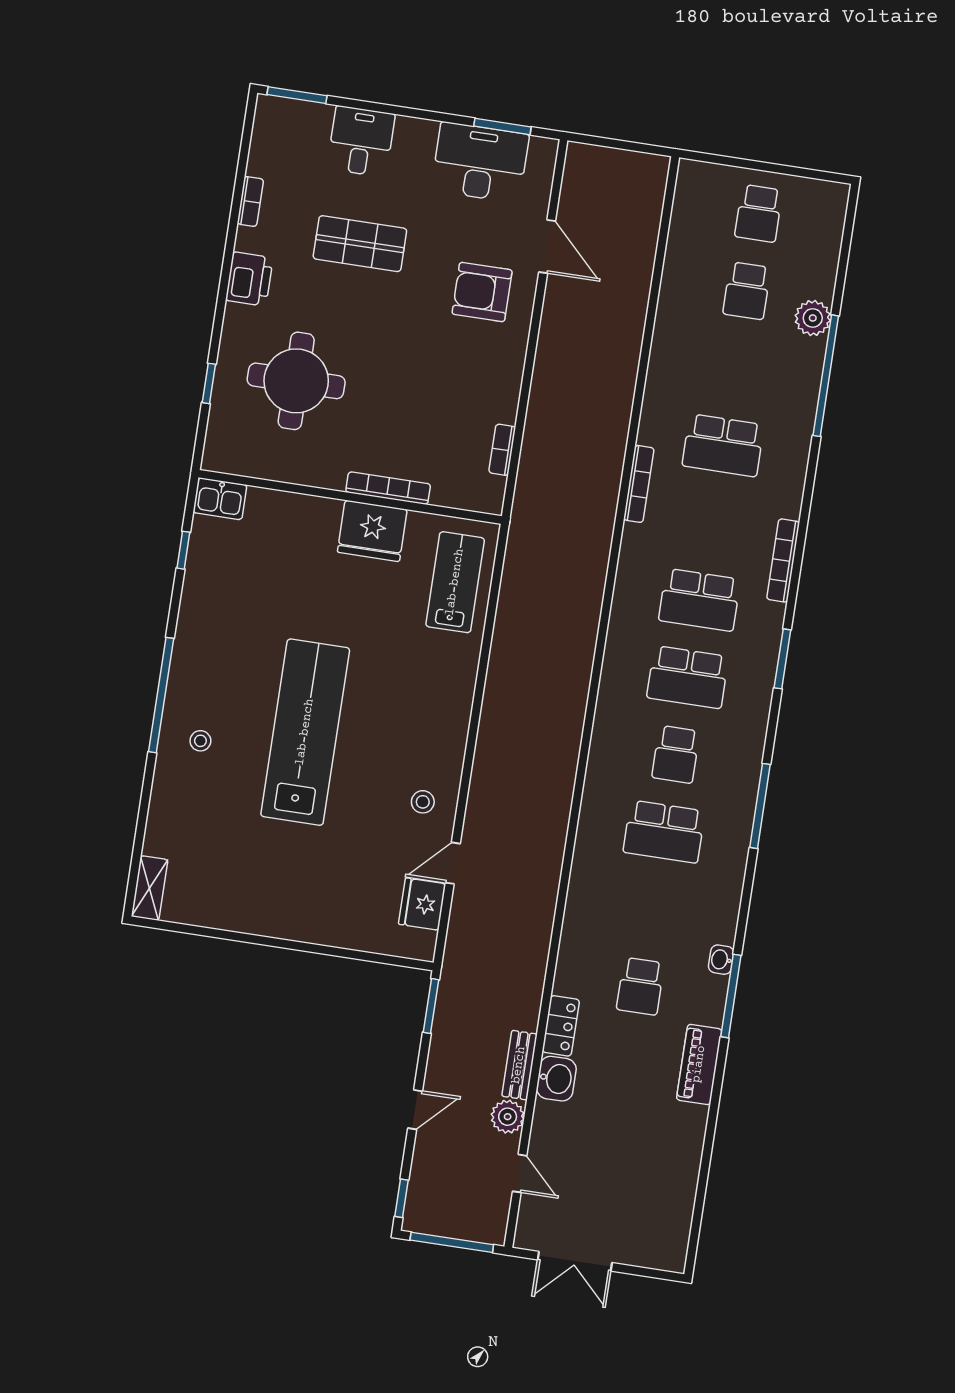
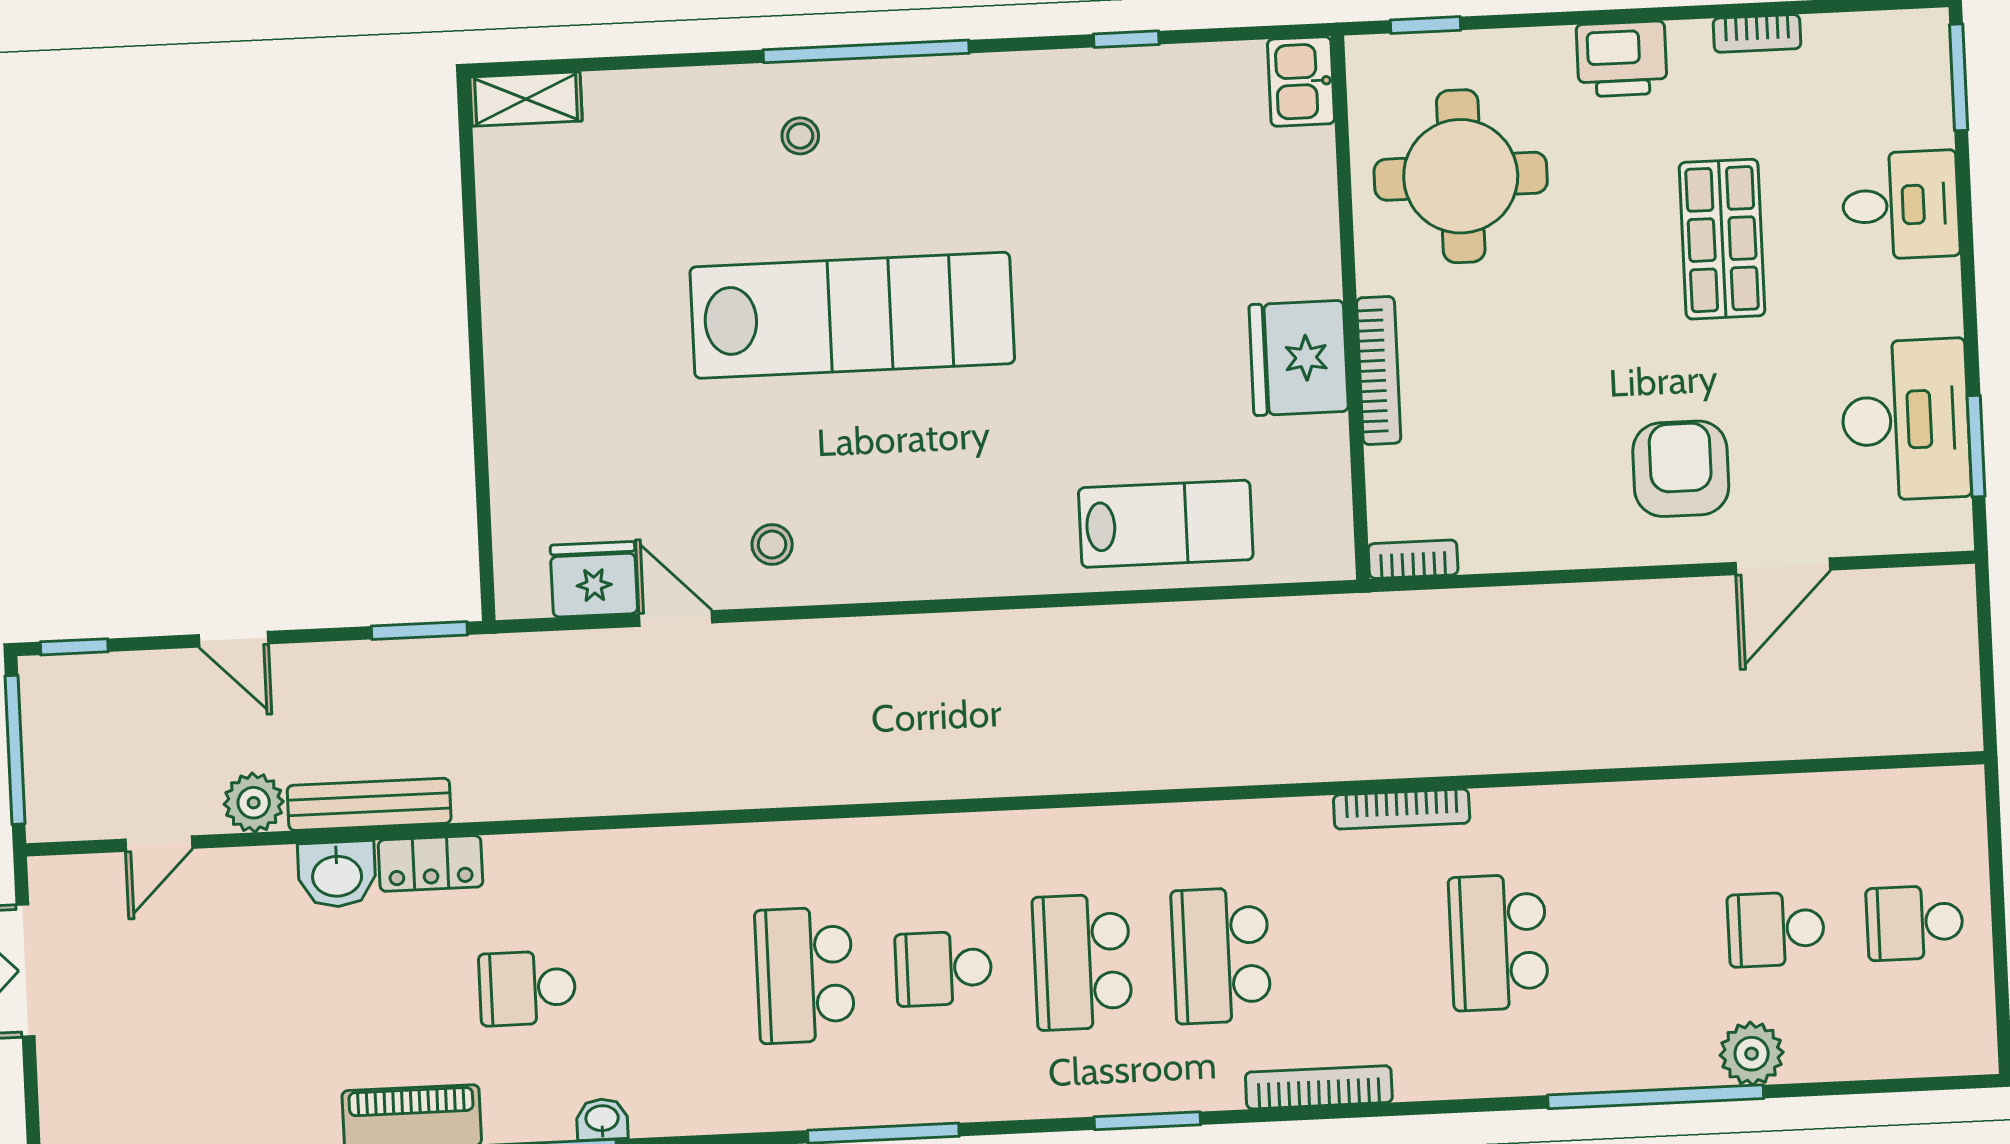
bookcase: (388, 488) -> (1379, 370), moved
wall: (350, 497) -> (1350, 308), moved
kitchen sink: (220, 499) -> (1301, 81), moved
fridge: (372, 531) -> (1299, 358), moved
bench: (519, 1065) -> (369, 804), width x1.36

